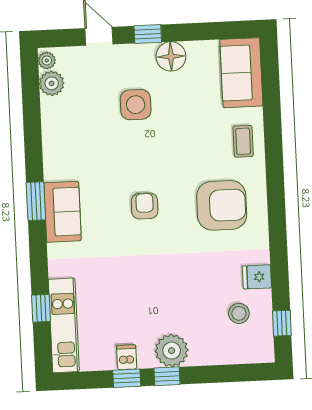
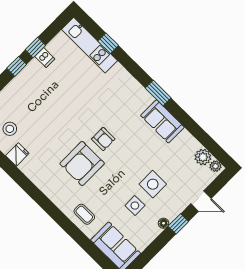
floor lamp: (171, 56) -> (164, 223), width x0.53, depth x0.53
side table: (178, 99) -> (135, 206), added
armchair: (222, 205) -> (82, 164), moved
sofa: (63, 212) -> (162, 121), moved
plant: (172, 351) -> (26, 81), removed

